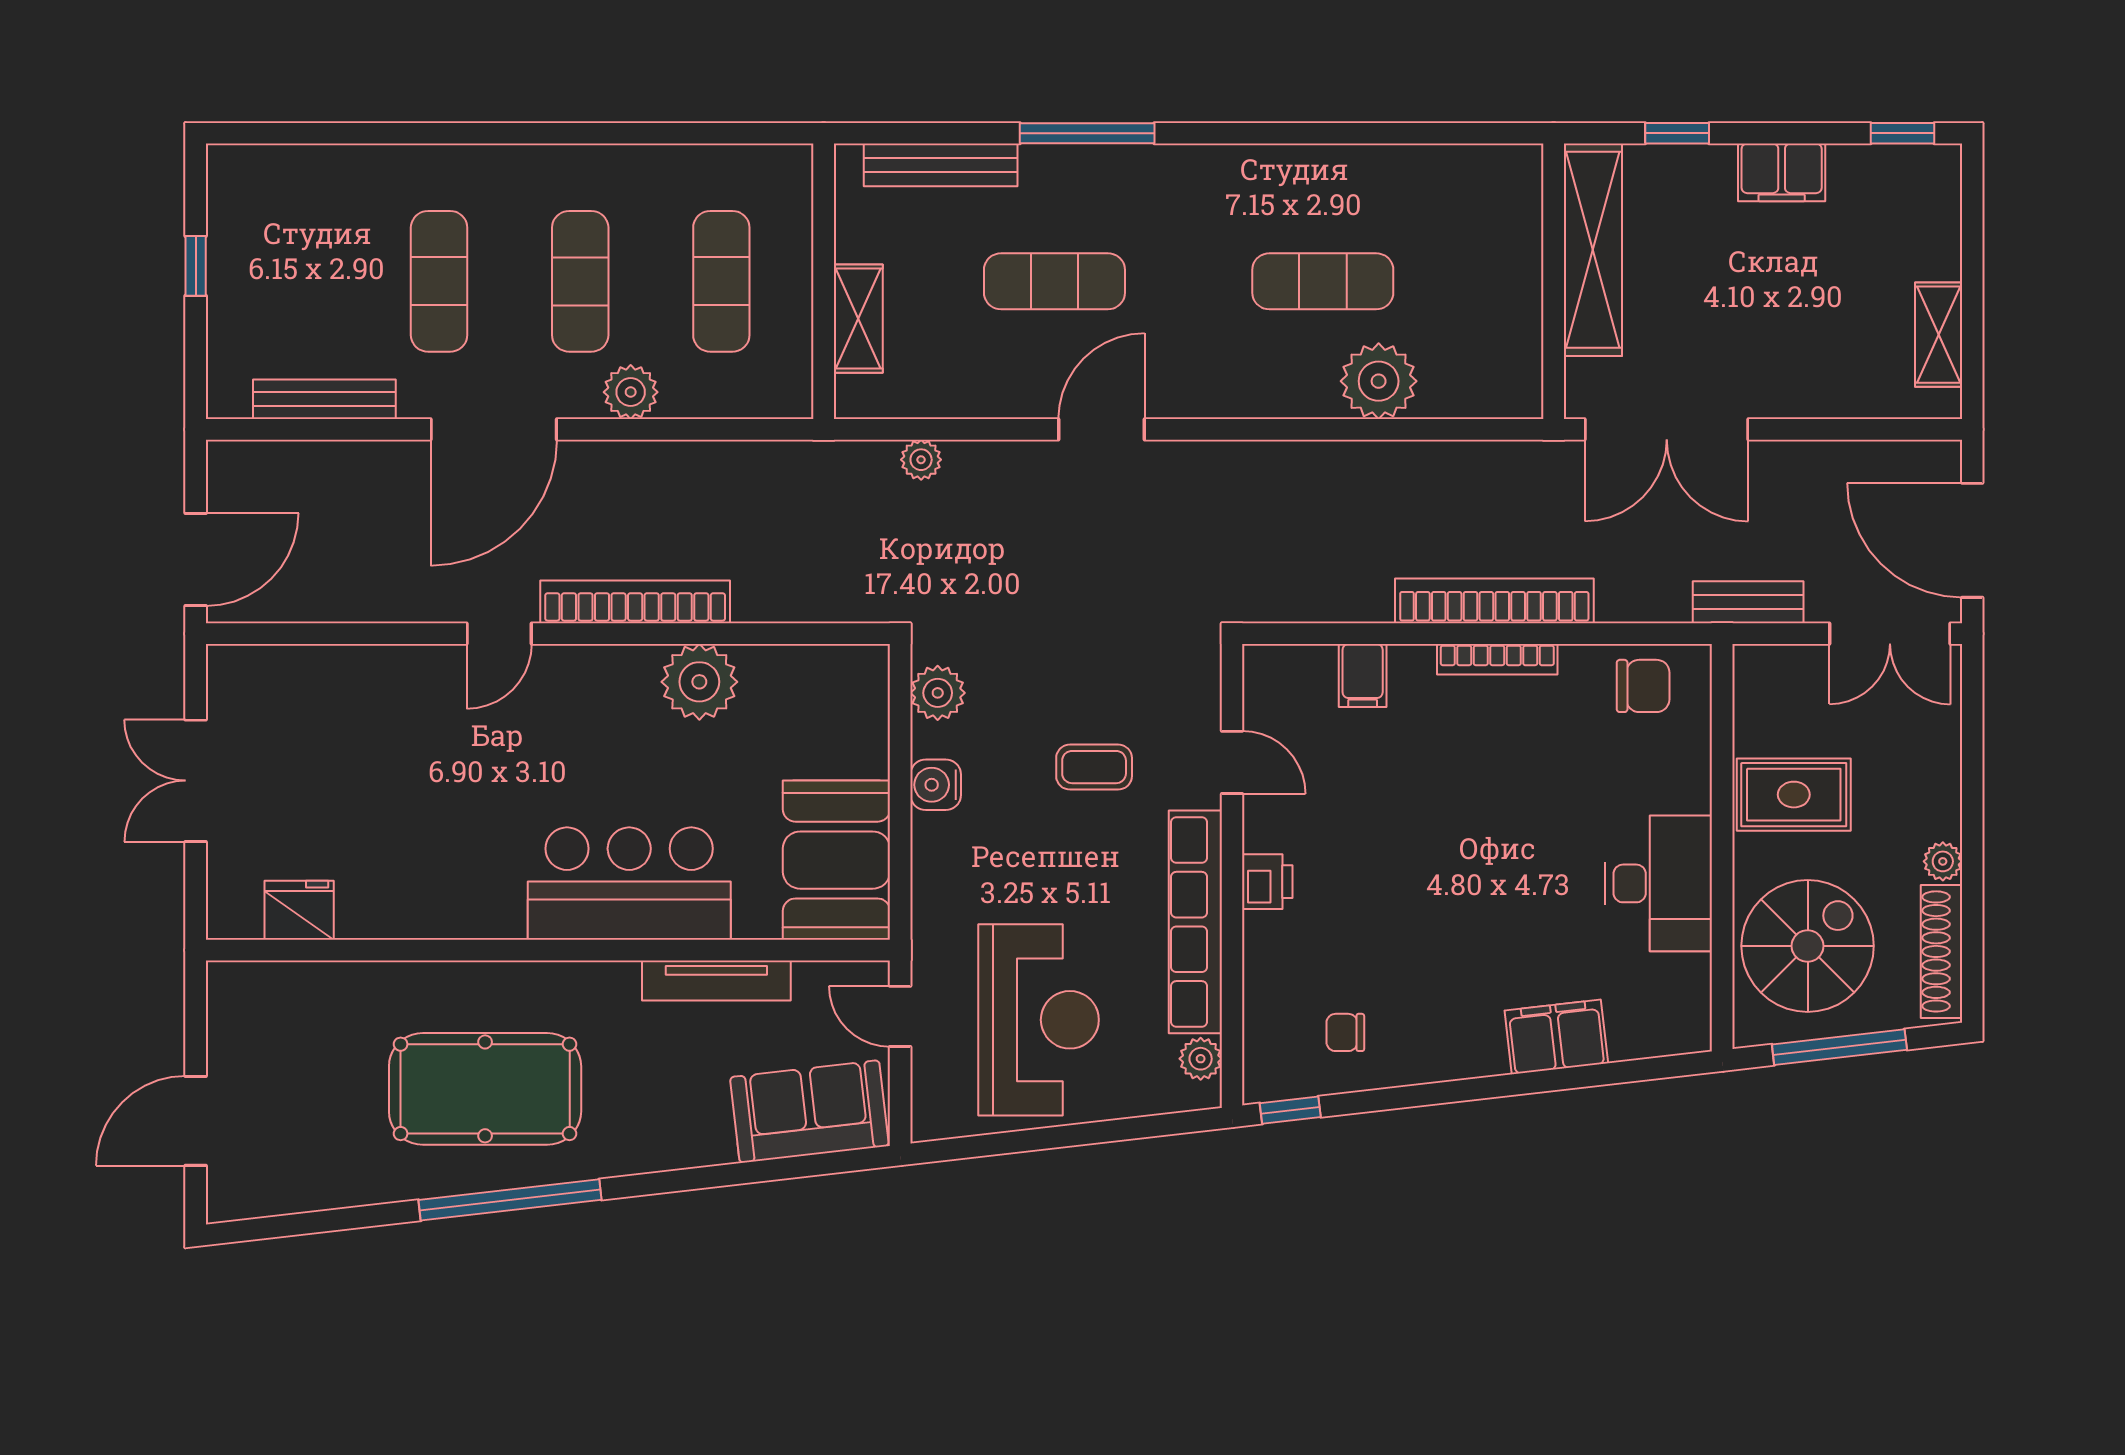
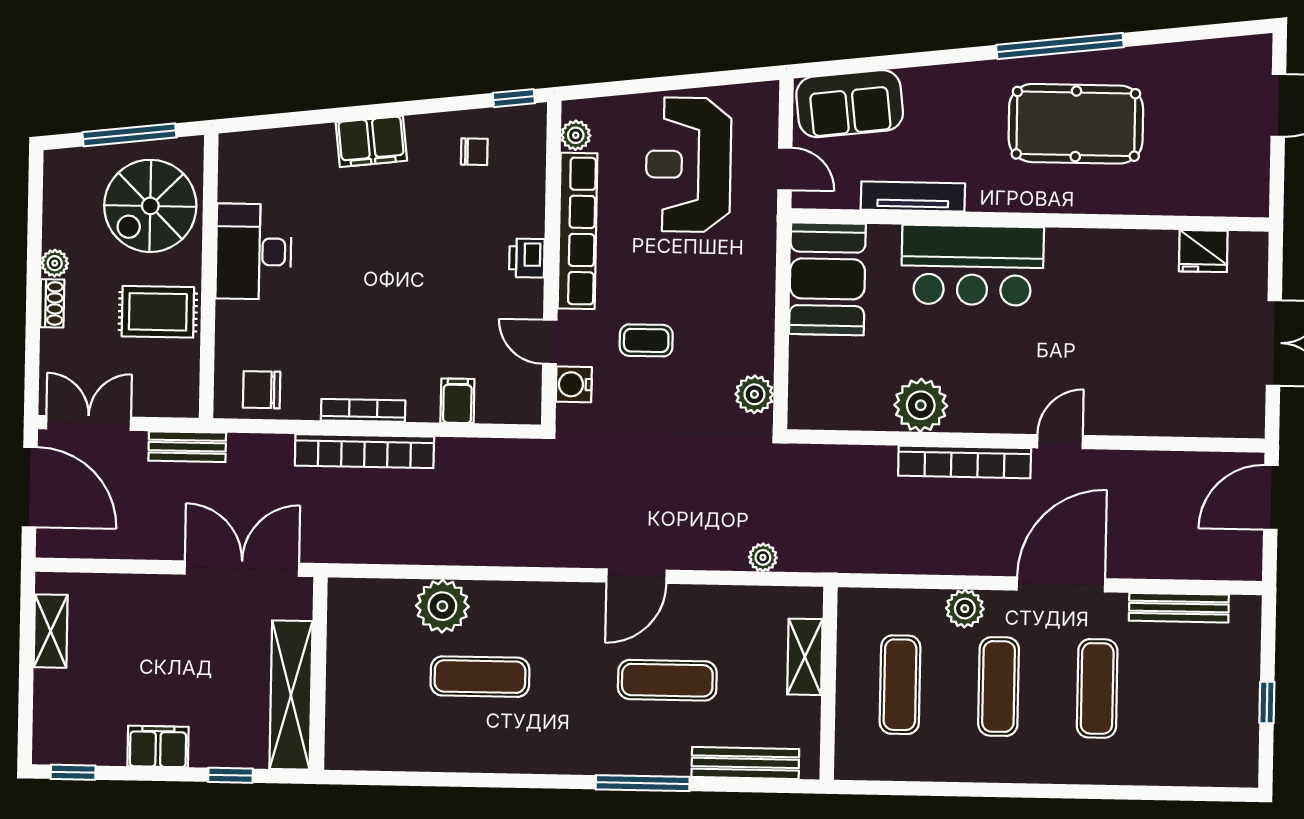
water cooler: (936, 785) -> (574, 384), moved, turned 180
shoe rack: (1941, 951) -> (52, 303), moved, width x0.51, depth x0.81
filing cabinet: (1556, 1037) -> (371, 142), moved

